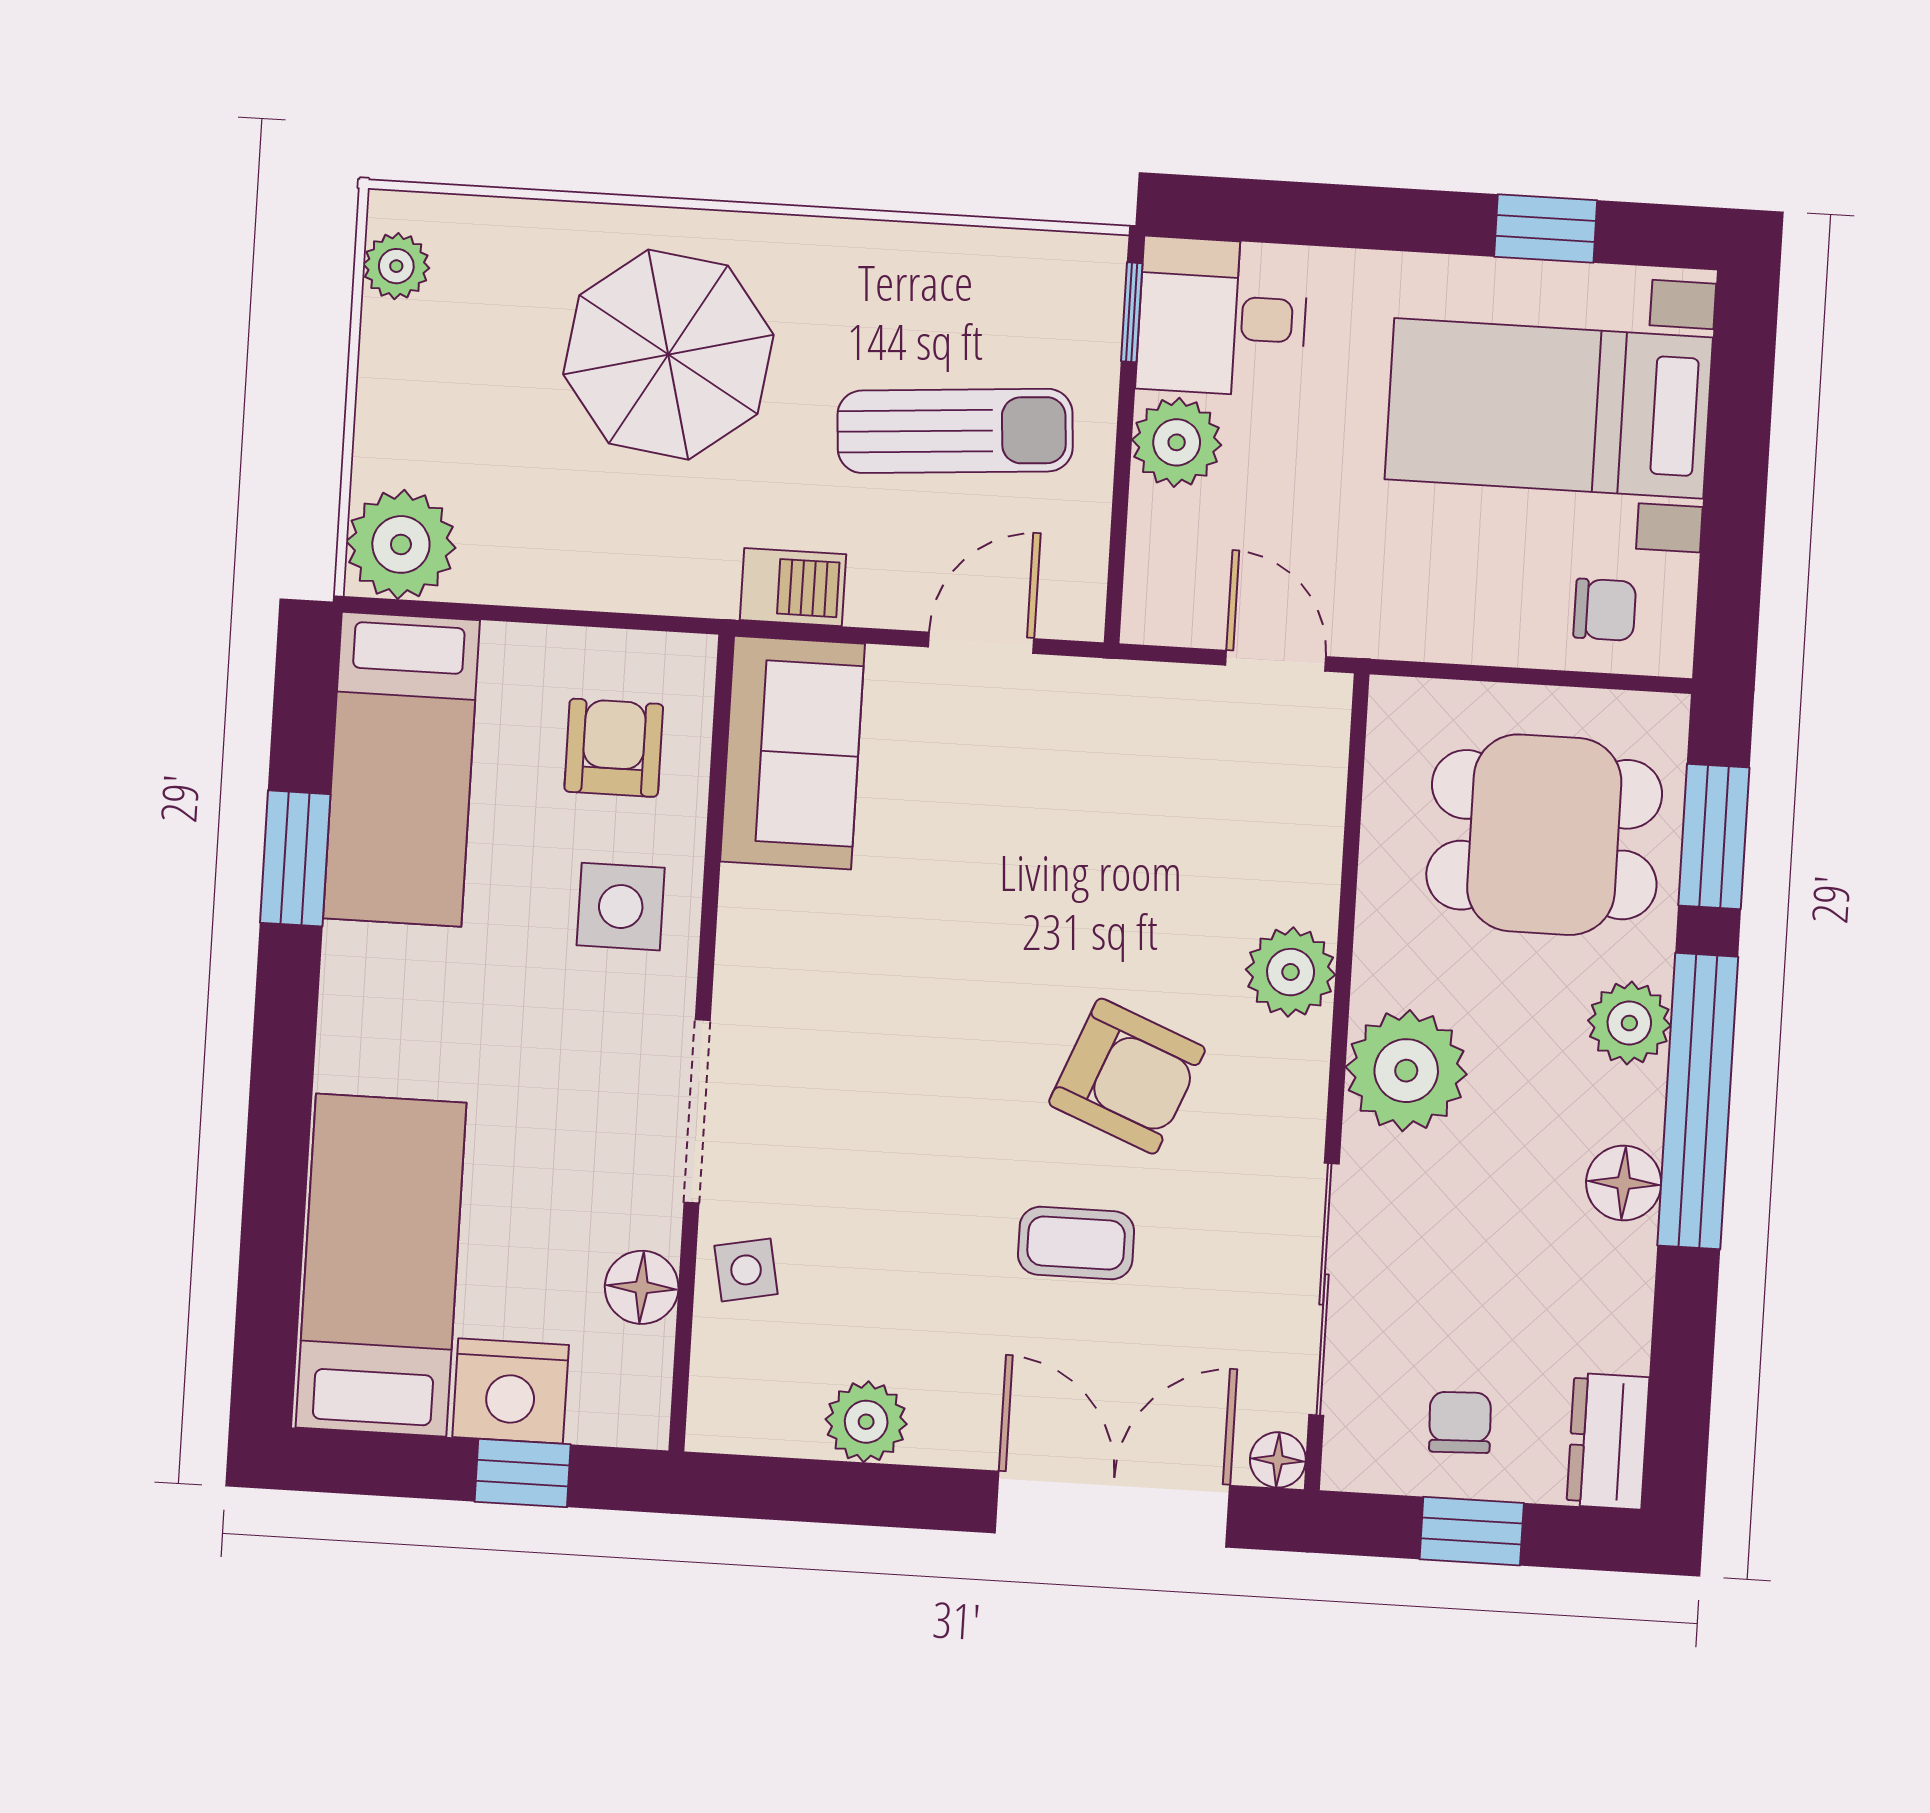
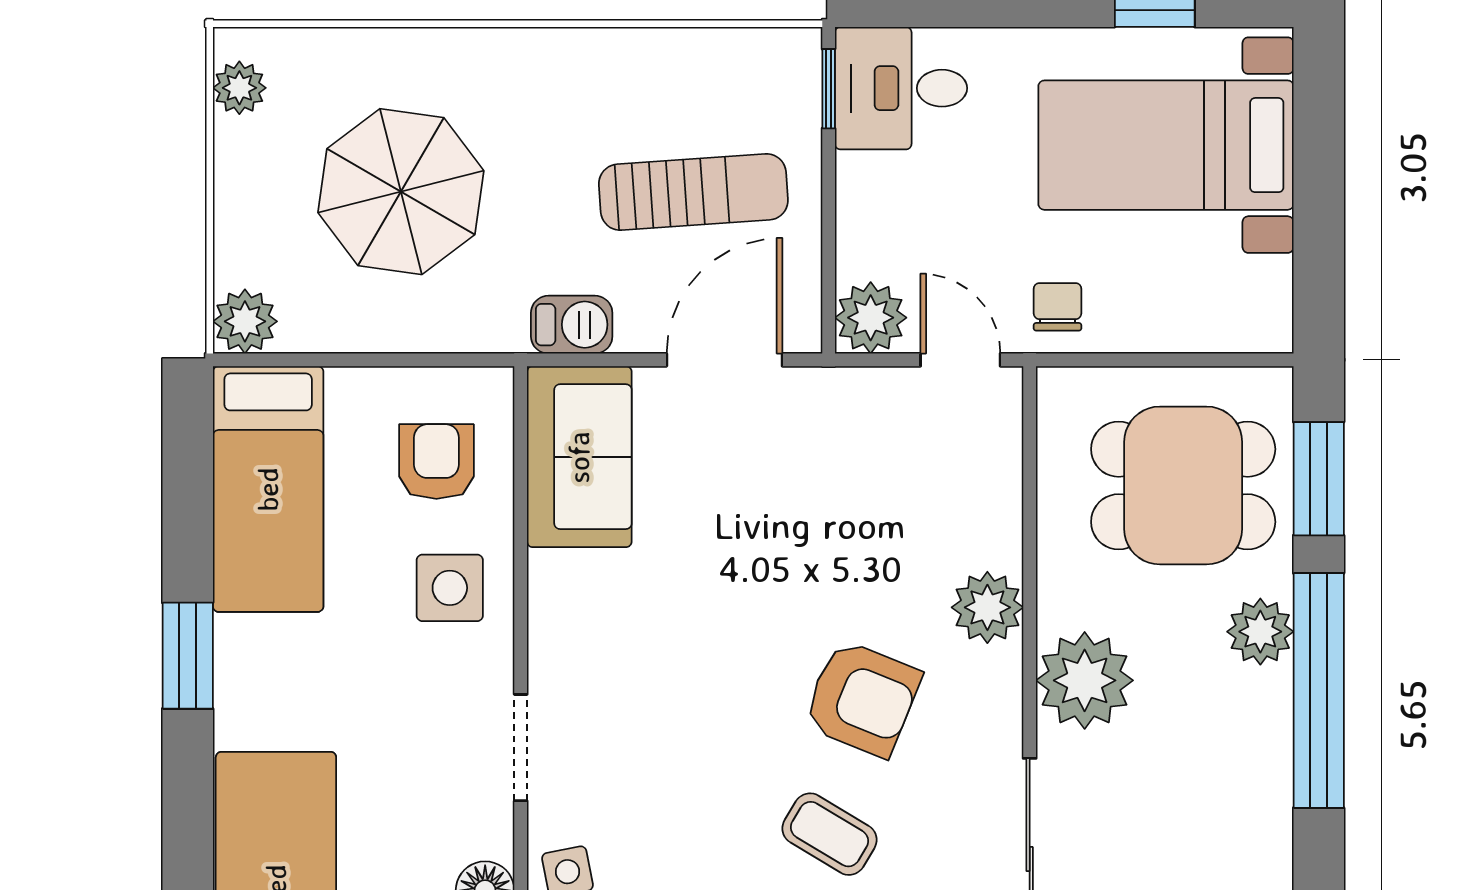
parasol: (668, 355) -> (401, 192), moved
plant: (1177, 442) -> (871, 318), moved
plant: (401, 544) -> (245, 321), width x0.73, depth x0.73
chair: (1605, 610) -> (1058, 307), moved, turned -90
door: (981, 643) -> (724, 360), width x1.38
window: (295, 858) -> (188, 656), moved
doorway: (697, 1111) -> (521, 748), width x0.73
floor lamp: (1624, 1183) -> (1264, 760), removed
coffee table: (1076, 1243) -> (829, 834), turned 31

